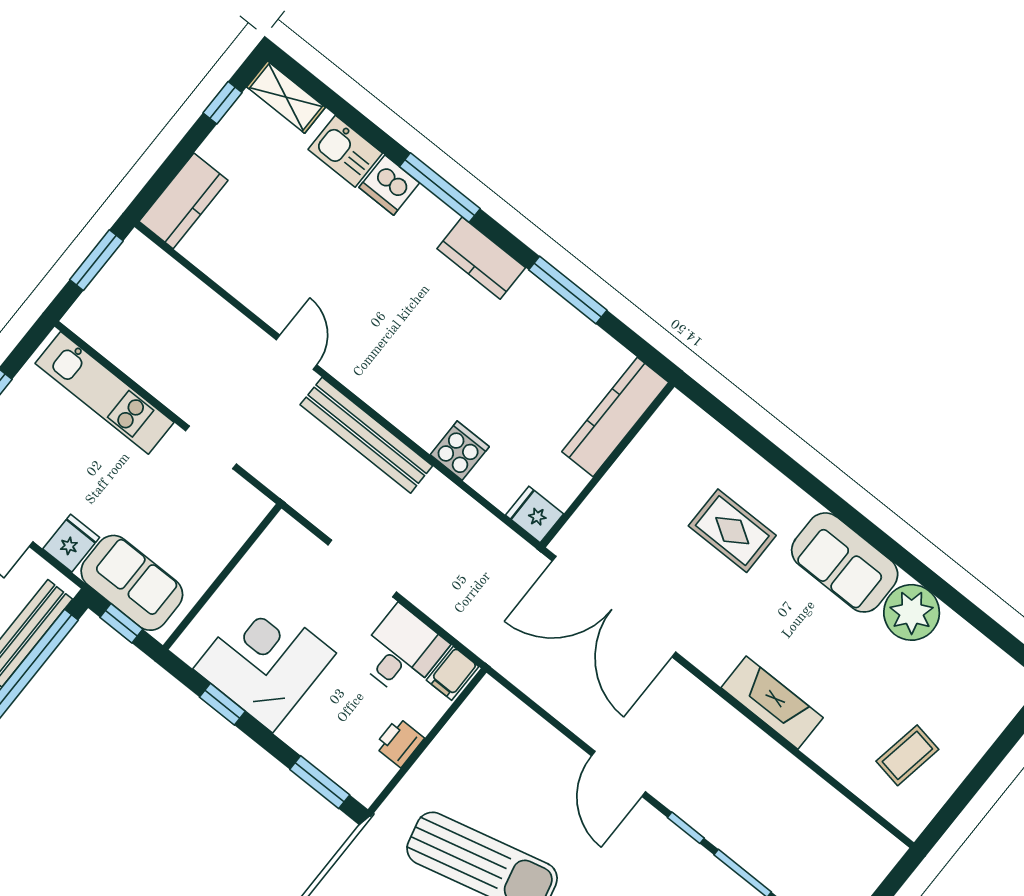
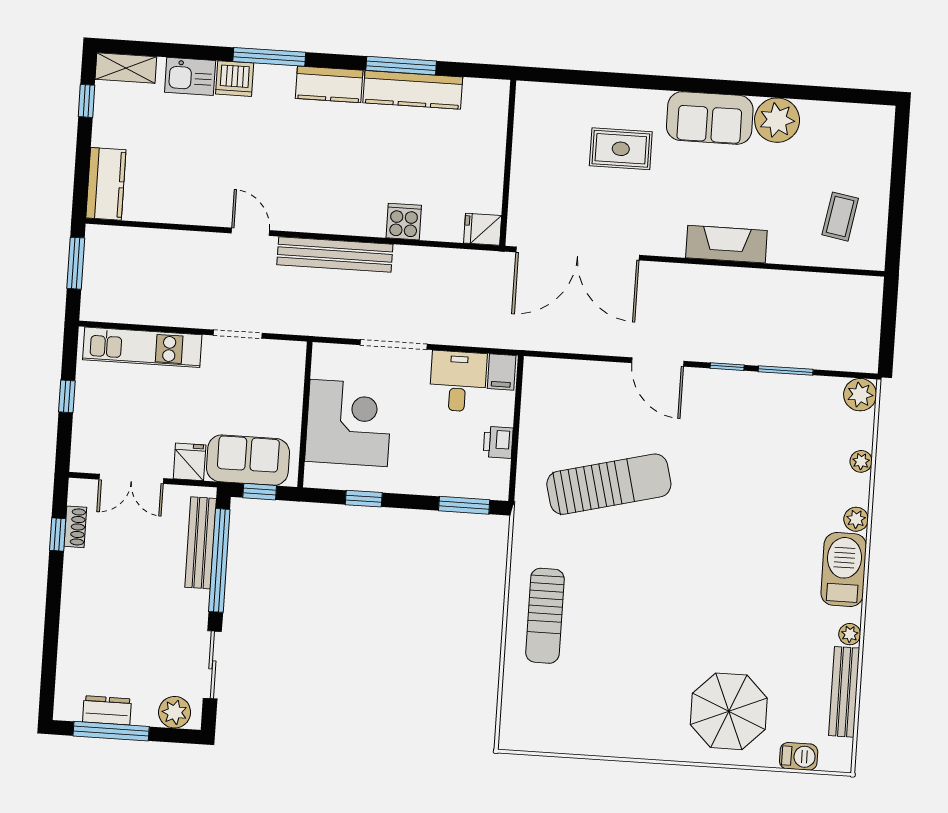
kitchen counter: (615, 417) -> (413, 90), moved, turned -90
corner desk: (265, 661) -> (349, 423), moved, turned 90

